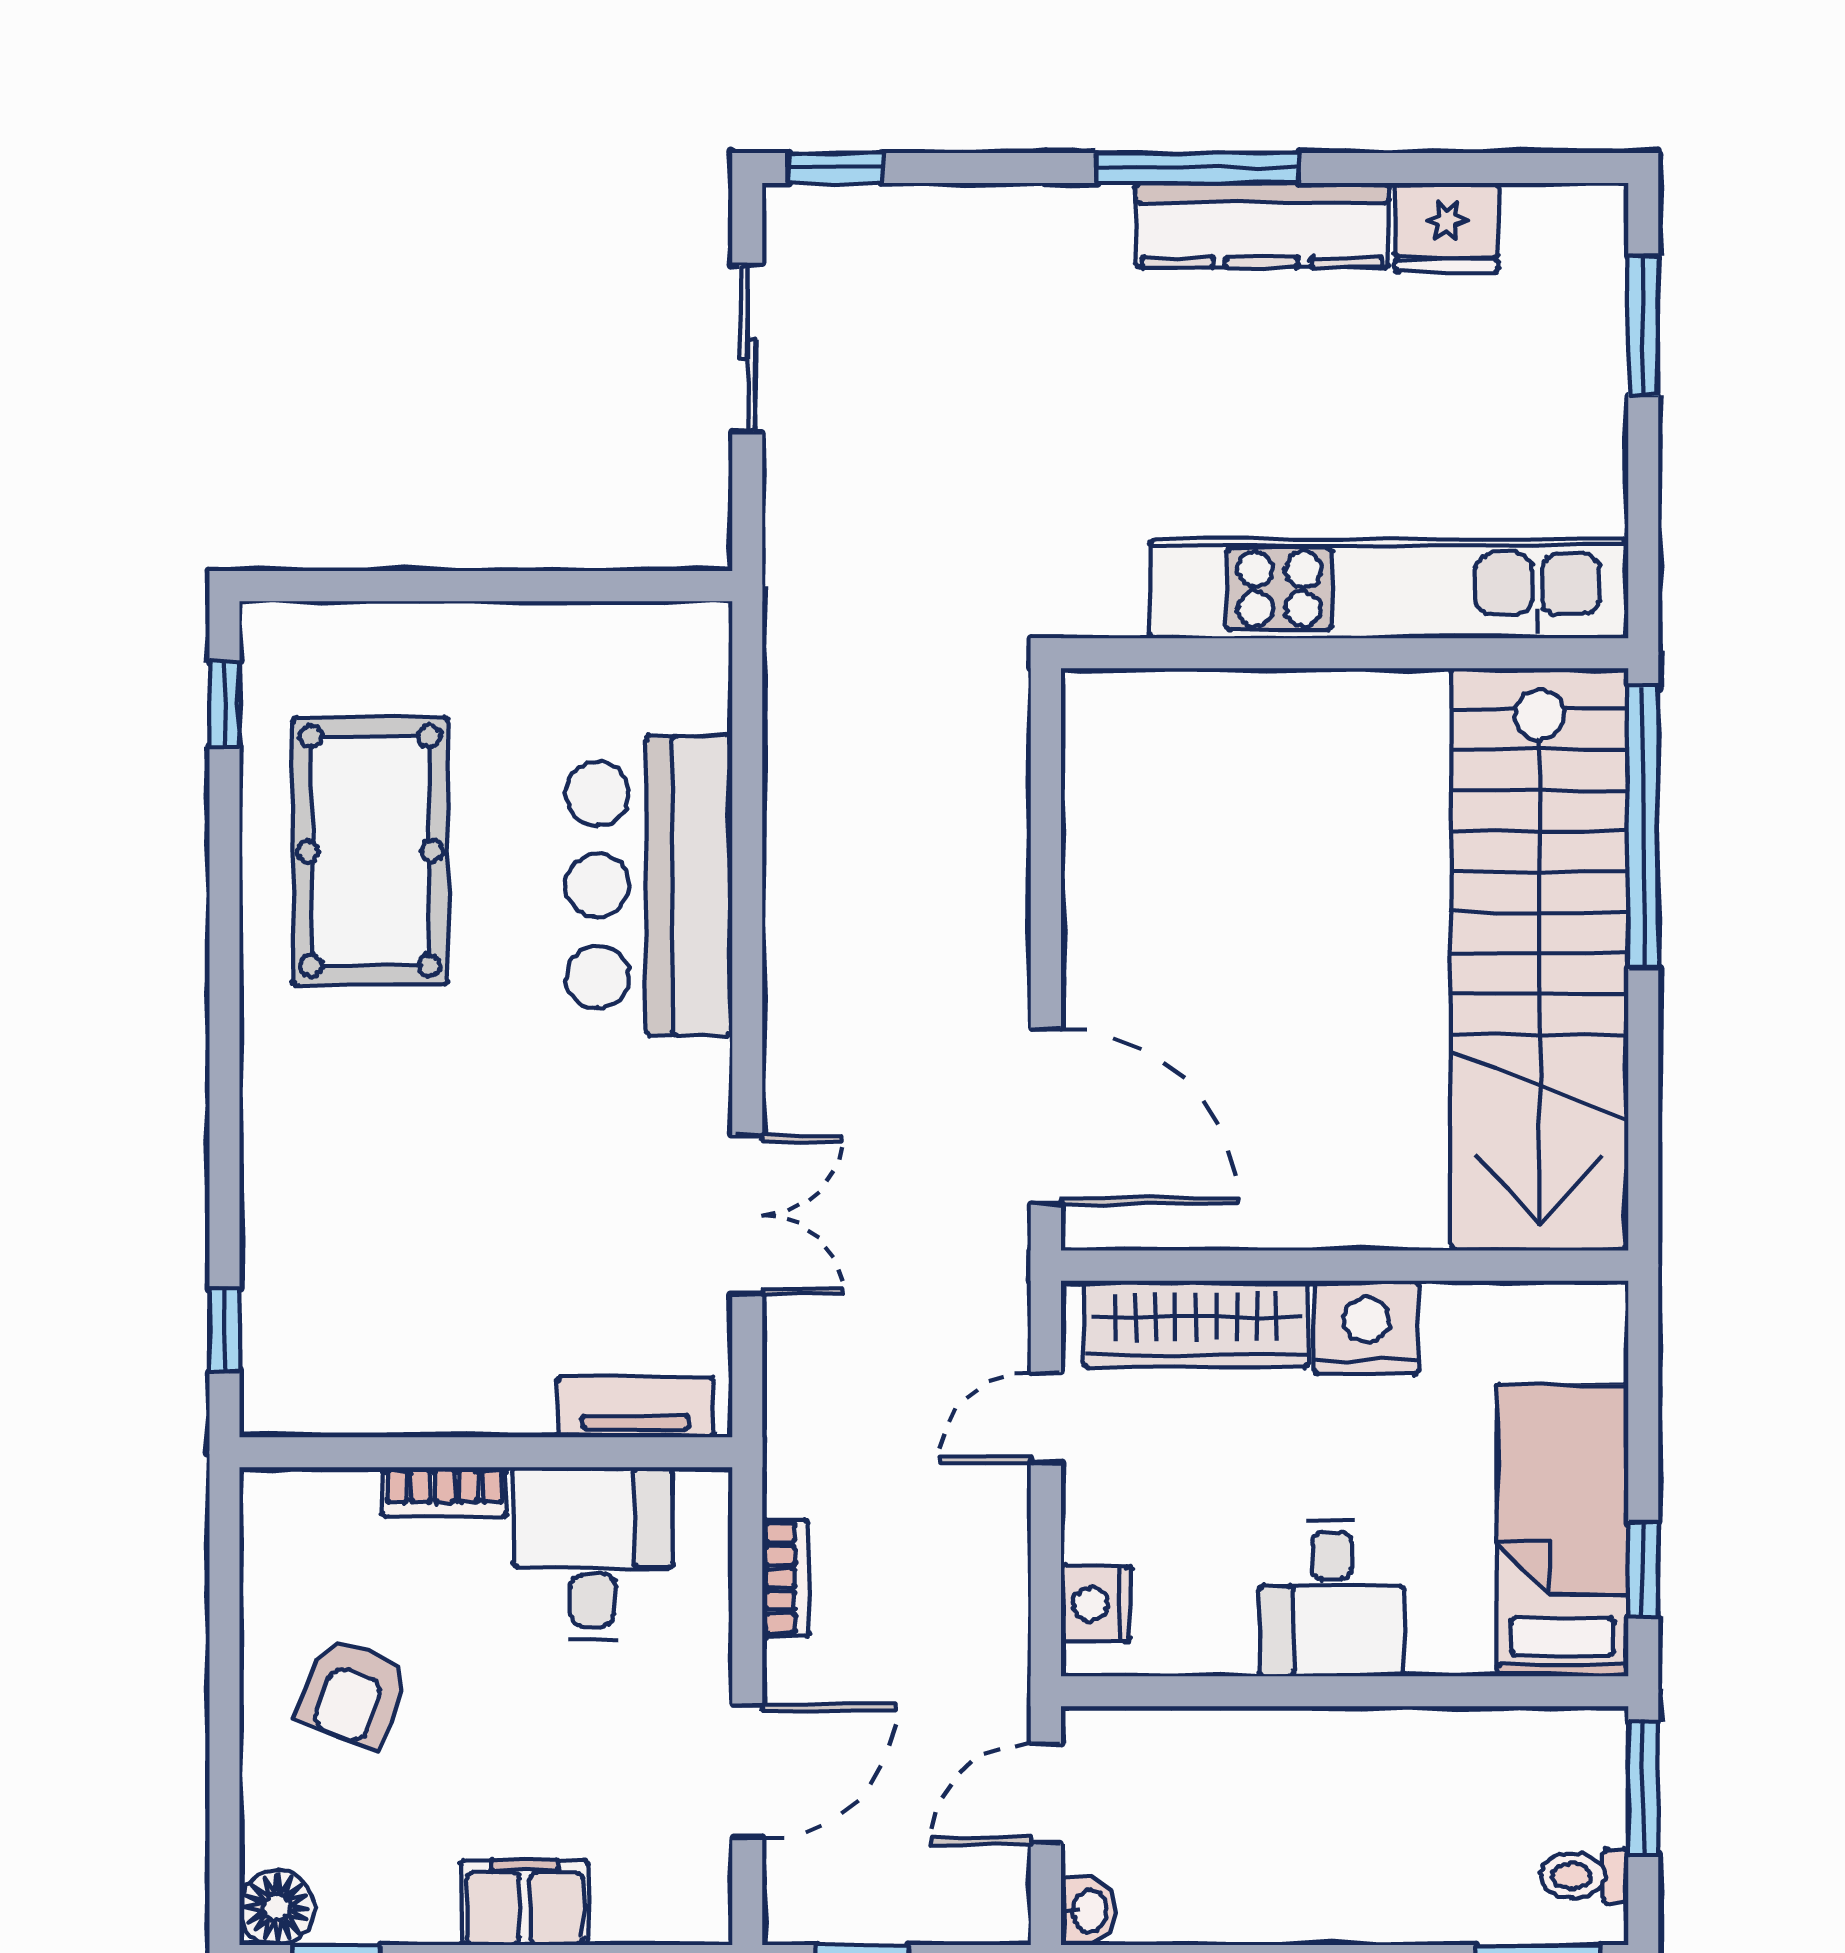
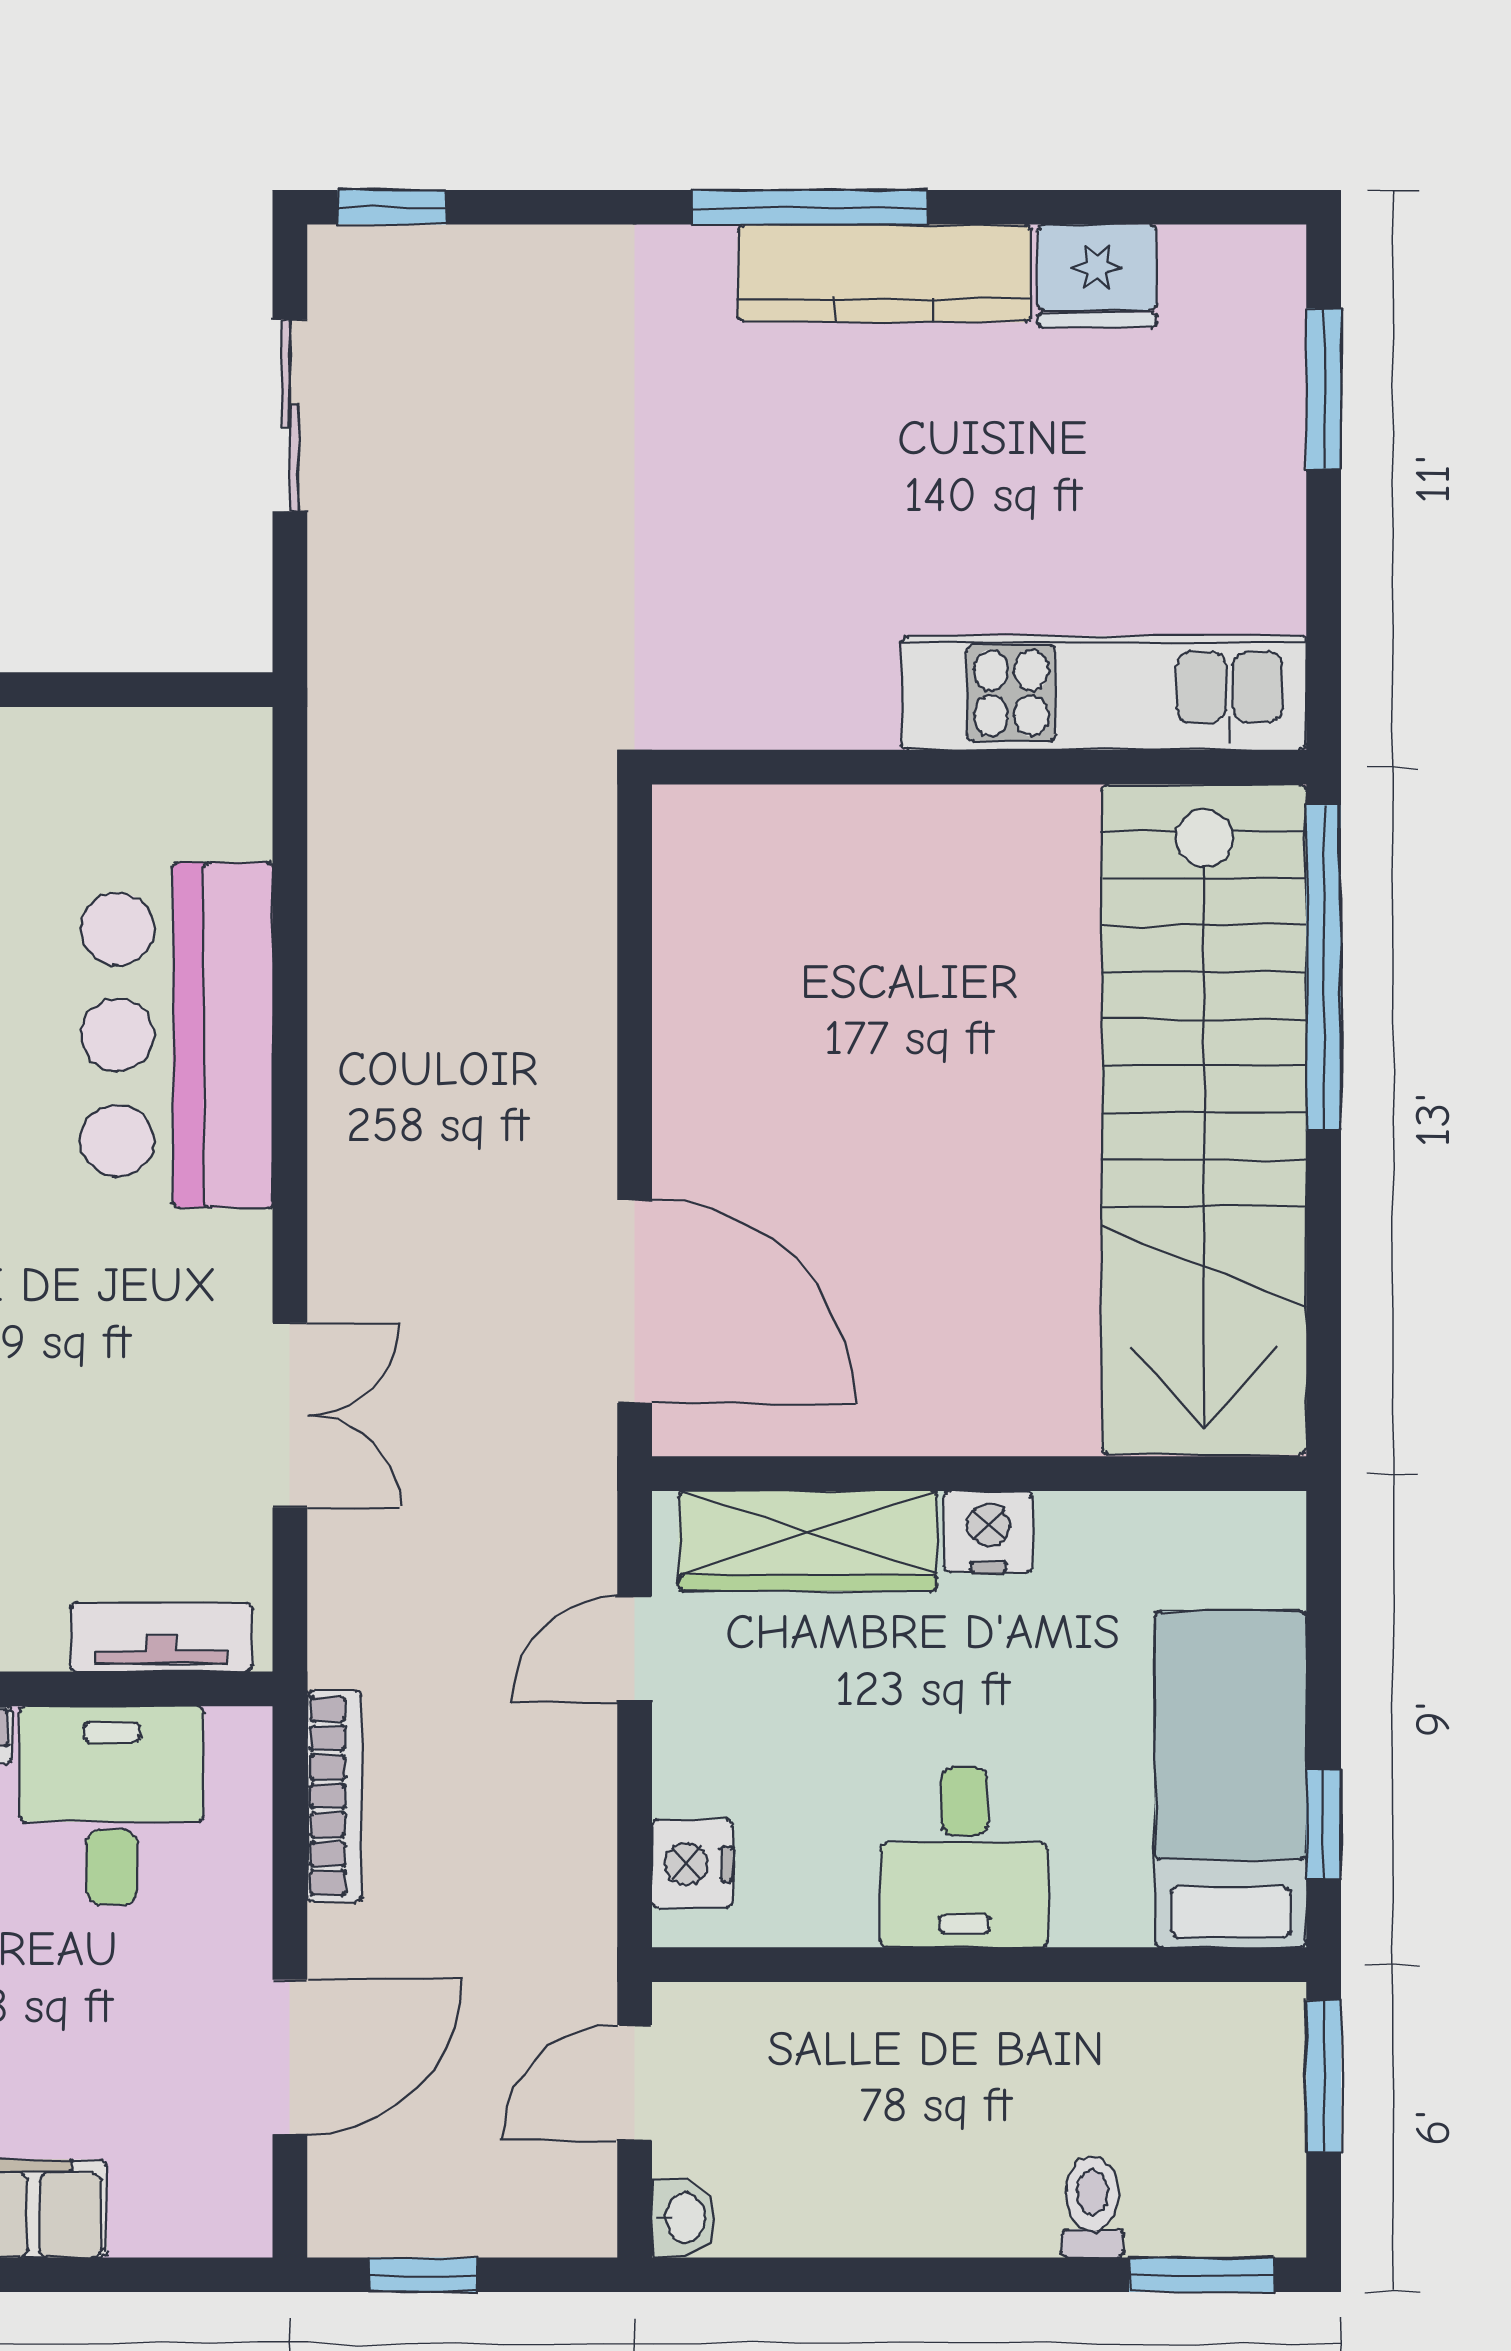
kitchen unit: (1389, 589) -> (1104, 693), width x0.73
nightstand: (1366, 1327) -> (988, 1532), width x0.74, depth x0.75
bookcase: (786, 1578) -> (334, 1796), width x1.56
toilet: (1584, 1876) -> (1092, 2207), moved, turned 90

